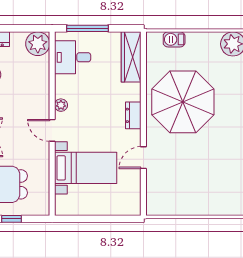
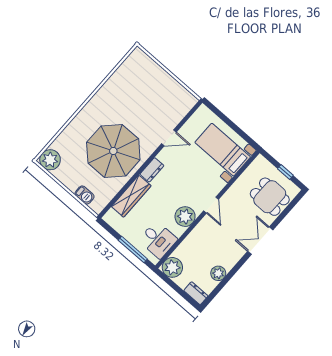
wardrobe: (131, 57) -> (131, 196), moved
plant: (61, 105) -> (185, 217), width x1.87, depth x1.87
bed with nightstands: (86, 168) -> (223, 150), moved

